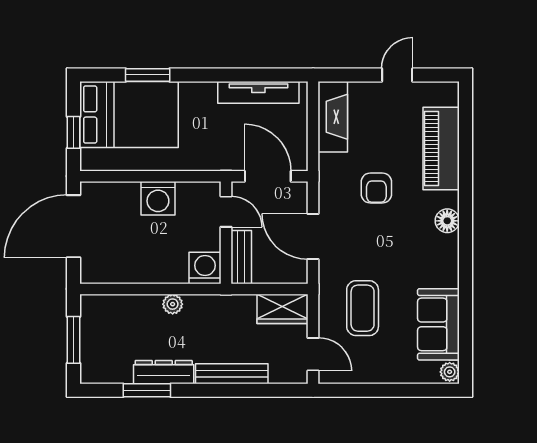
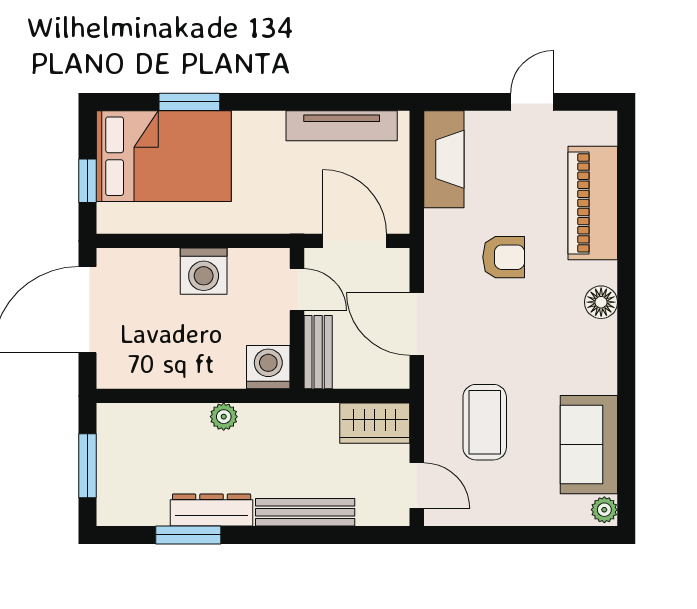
armchair: (376, 188) -> (504, 257), turned -90

